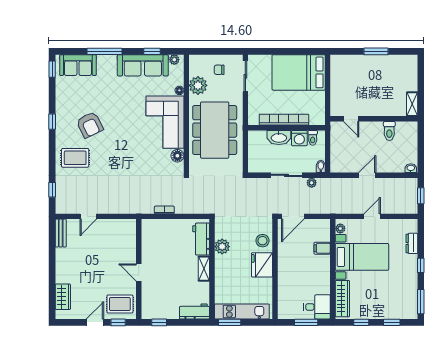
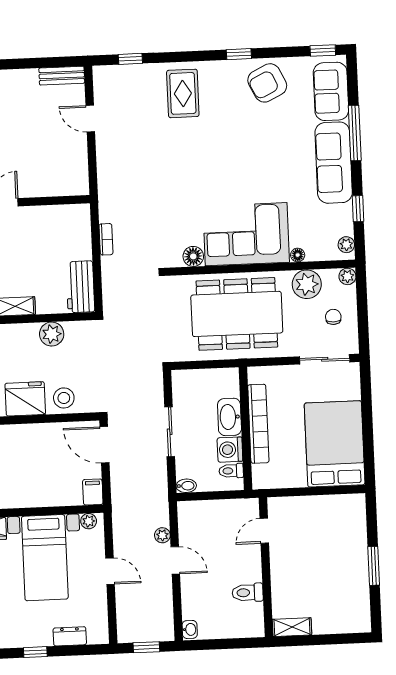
plant: (194, 60) -> (347, 276), added
sofa: (143, 65) -> (334, 163), moved
armchair: (90, 125) -> (267, 83), moved
plant: (312, 183) -> (162, 535), moved
workbench: (201, 239) -> (80, 287), moved, turned -90
filing cabinet: (322, 248) -> (93, 492), moved

